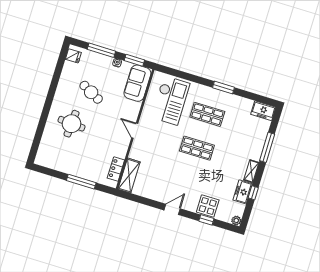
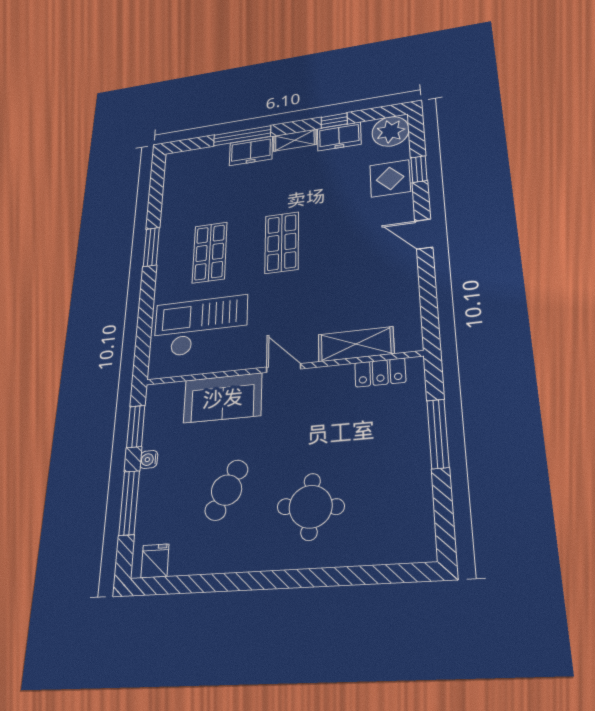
sofa: (137, 83) -> (223, 398), moved
freezer: (263, 111) -> (251, 151), moved, turned 90
door: (135, 131) -> (284, 368), swing flipped
shelving: (129, 176) -> (356, 344), moved
plant: (236, 220) -> (390, 131), width x1.87, depth x1.87

